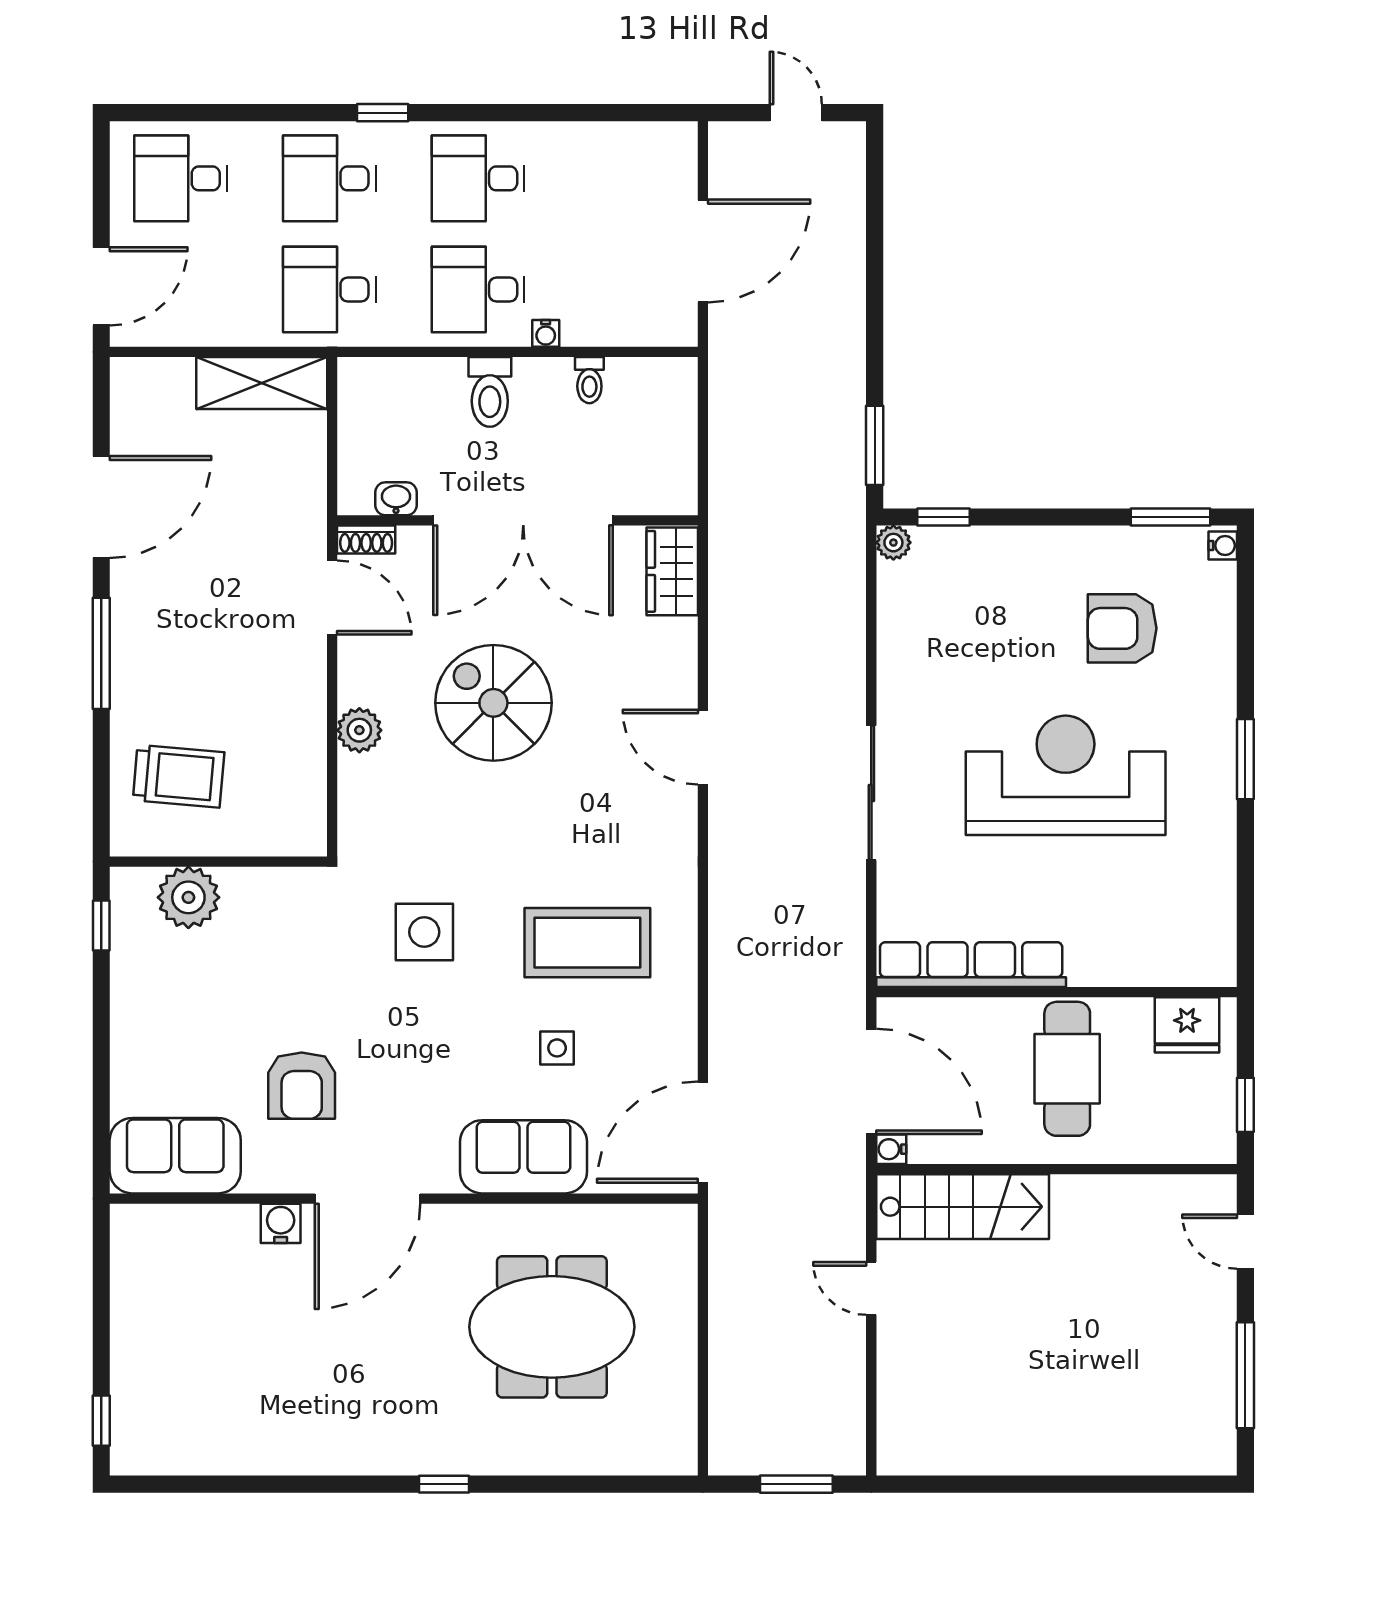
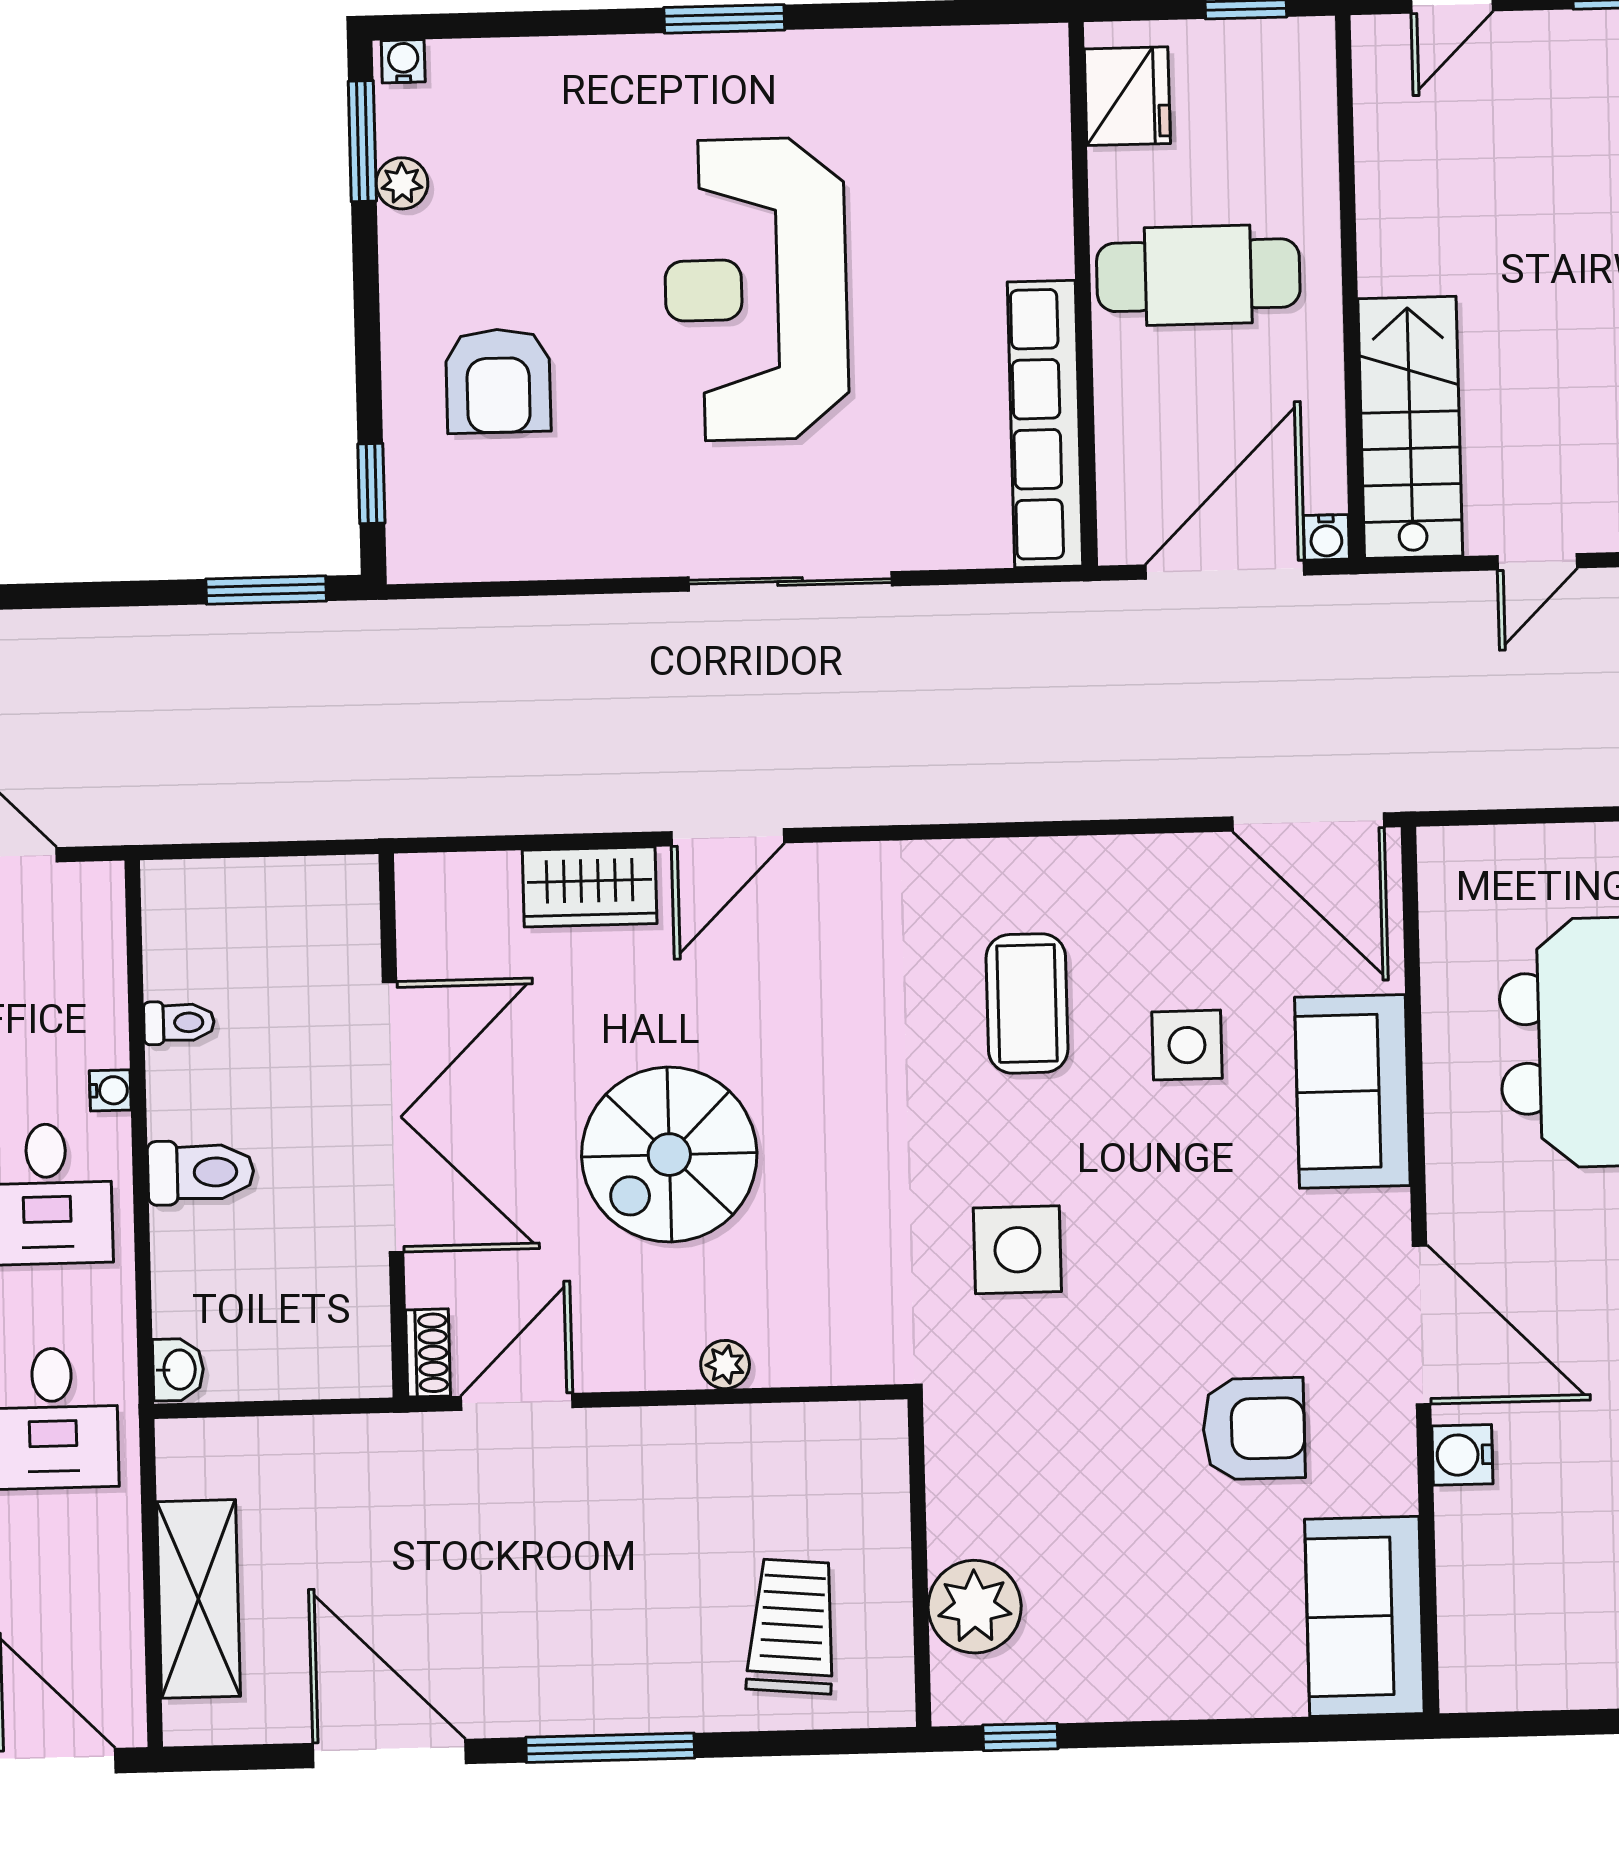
shelving: (262, 383) -> (198, 1599), moved
washbasin: (396, 499) -> (178, 1370), moved, turned 180
plant: (893, 543) -> (402, 183), moved
wardrobe: (672, 571) -> (590, 887), moved
armchair: (1122, 628) -> (498, 381), moved
plant: (359, 730) -> (725, 1365), width x0.73, depth x0.73
coffee table: (587, 943) -> (1027, 1003), width x0.73, depth x0.76
side table: (557, 1048) -> (1187, 1045), width x1.37, depth x1.37

